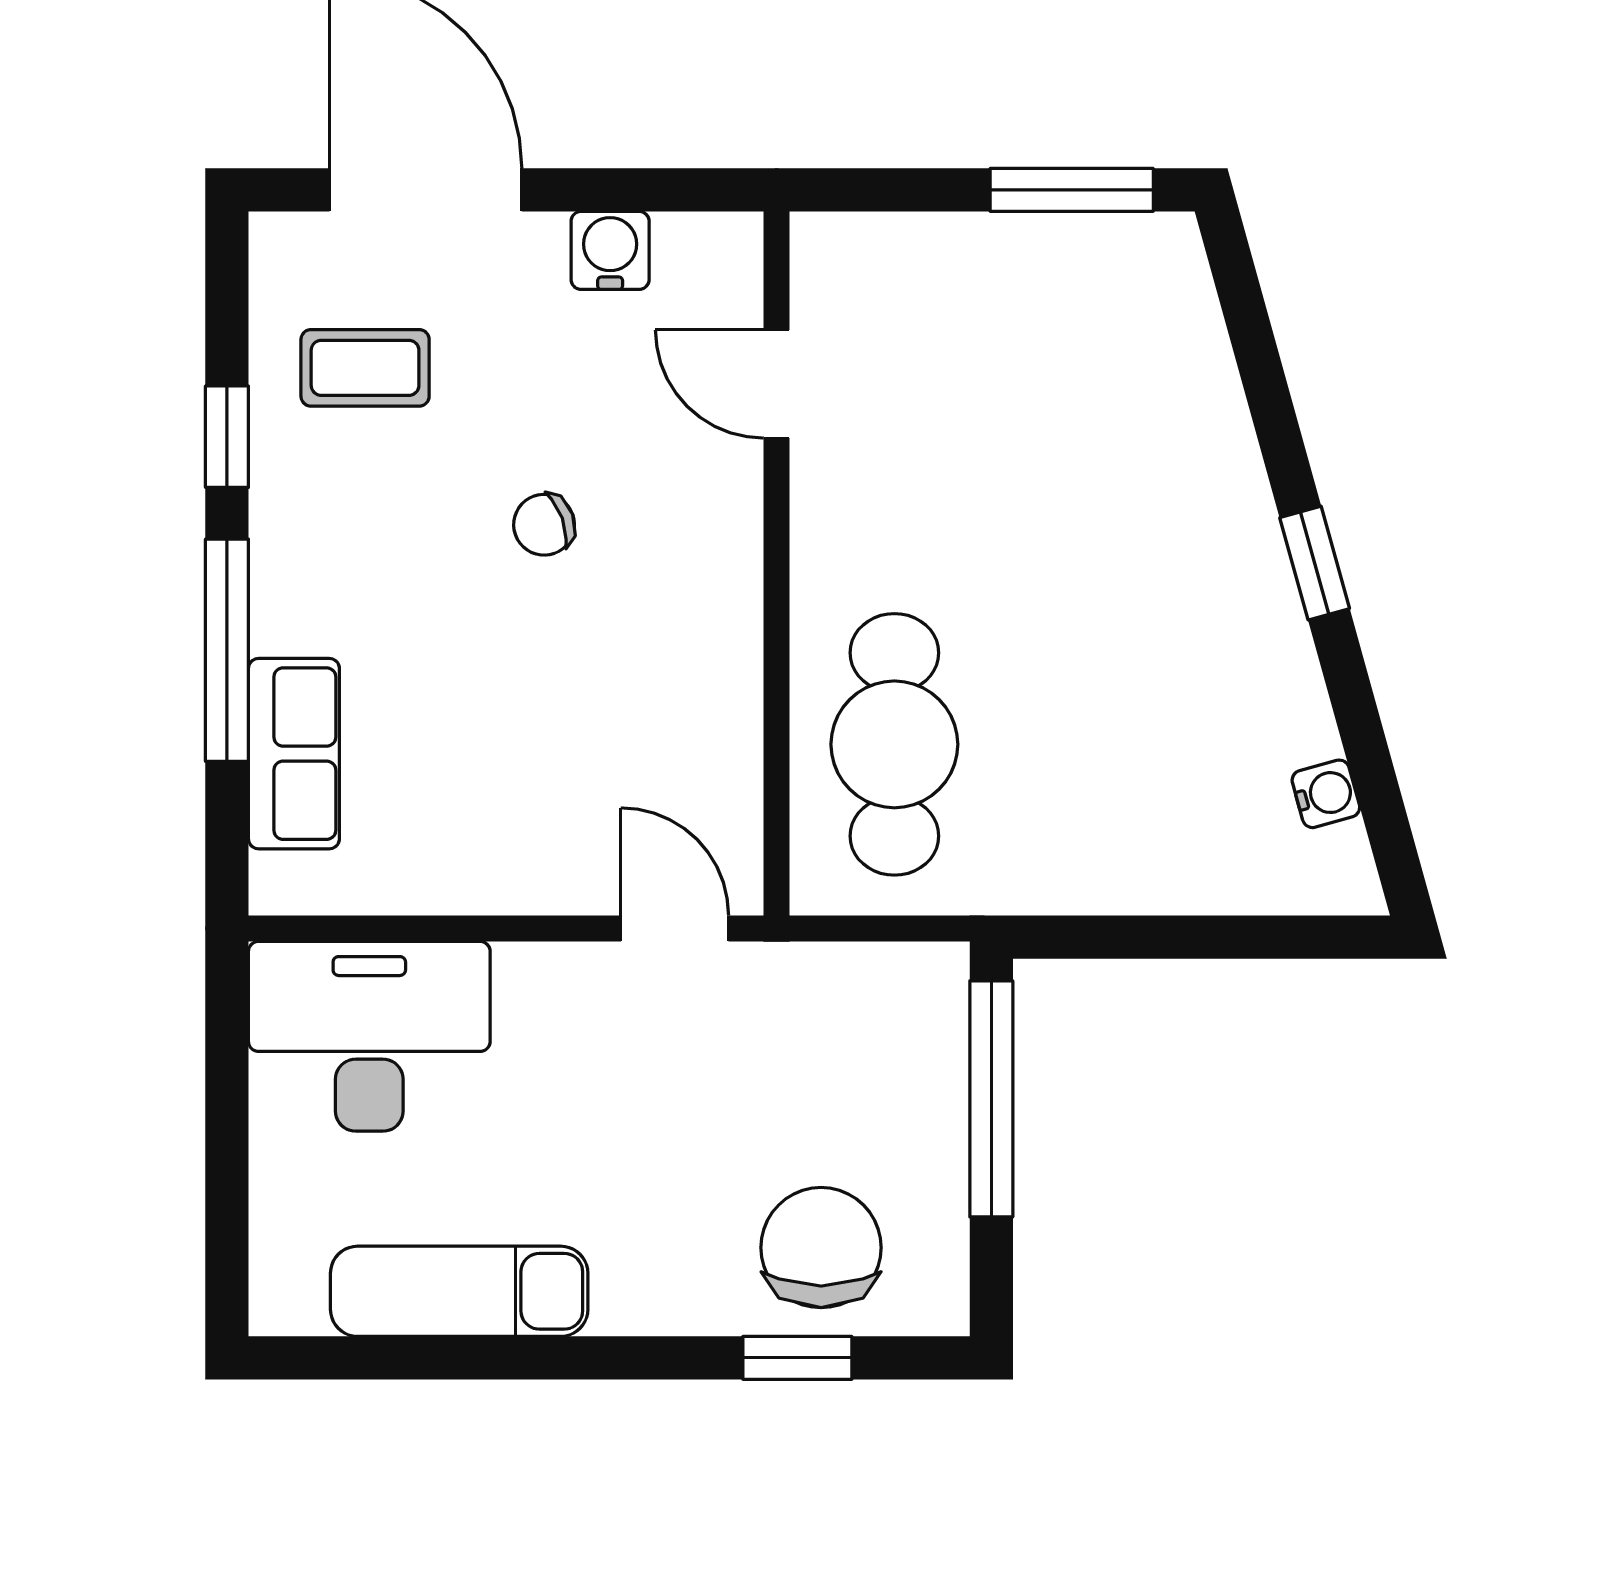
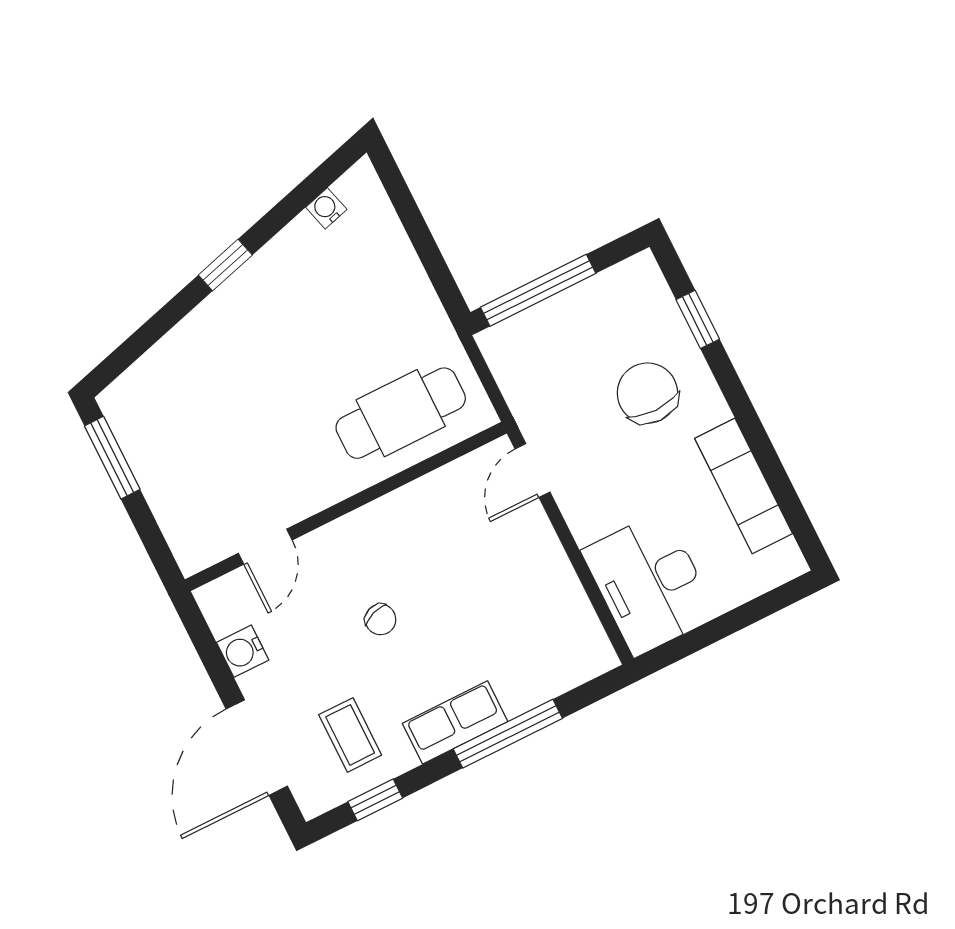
window: (227, 437) -> (375, 800), moved
row of seats: (294, 754) -> (455, 722), moved
chair: (821, 1248) -> (647, 393), moved, turned 90

